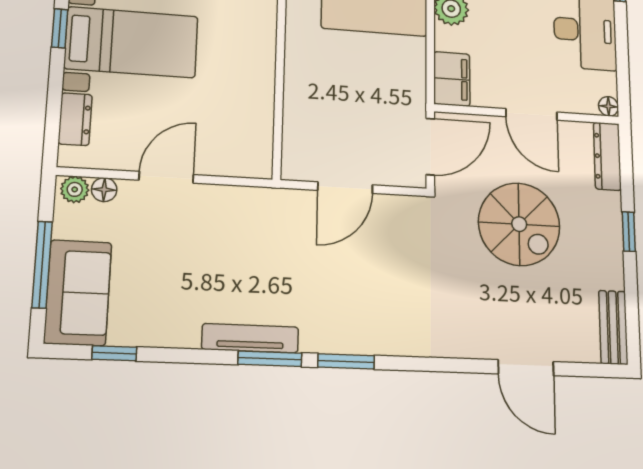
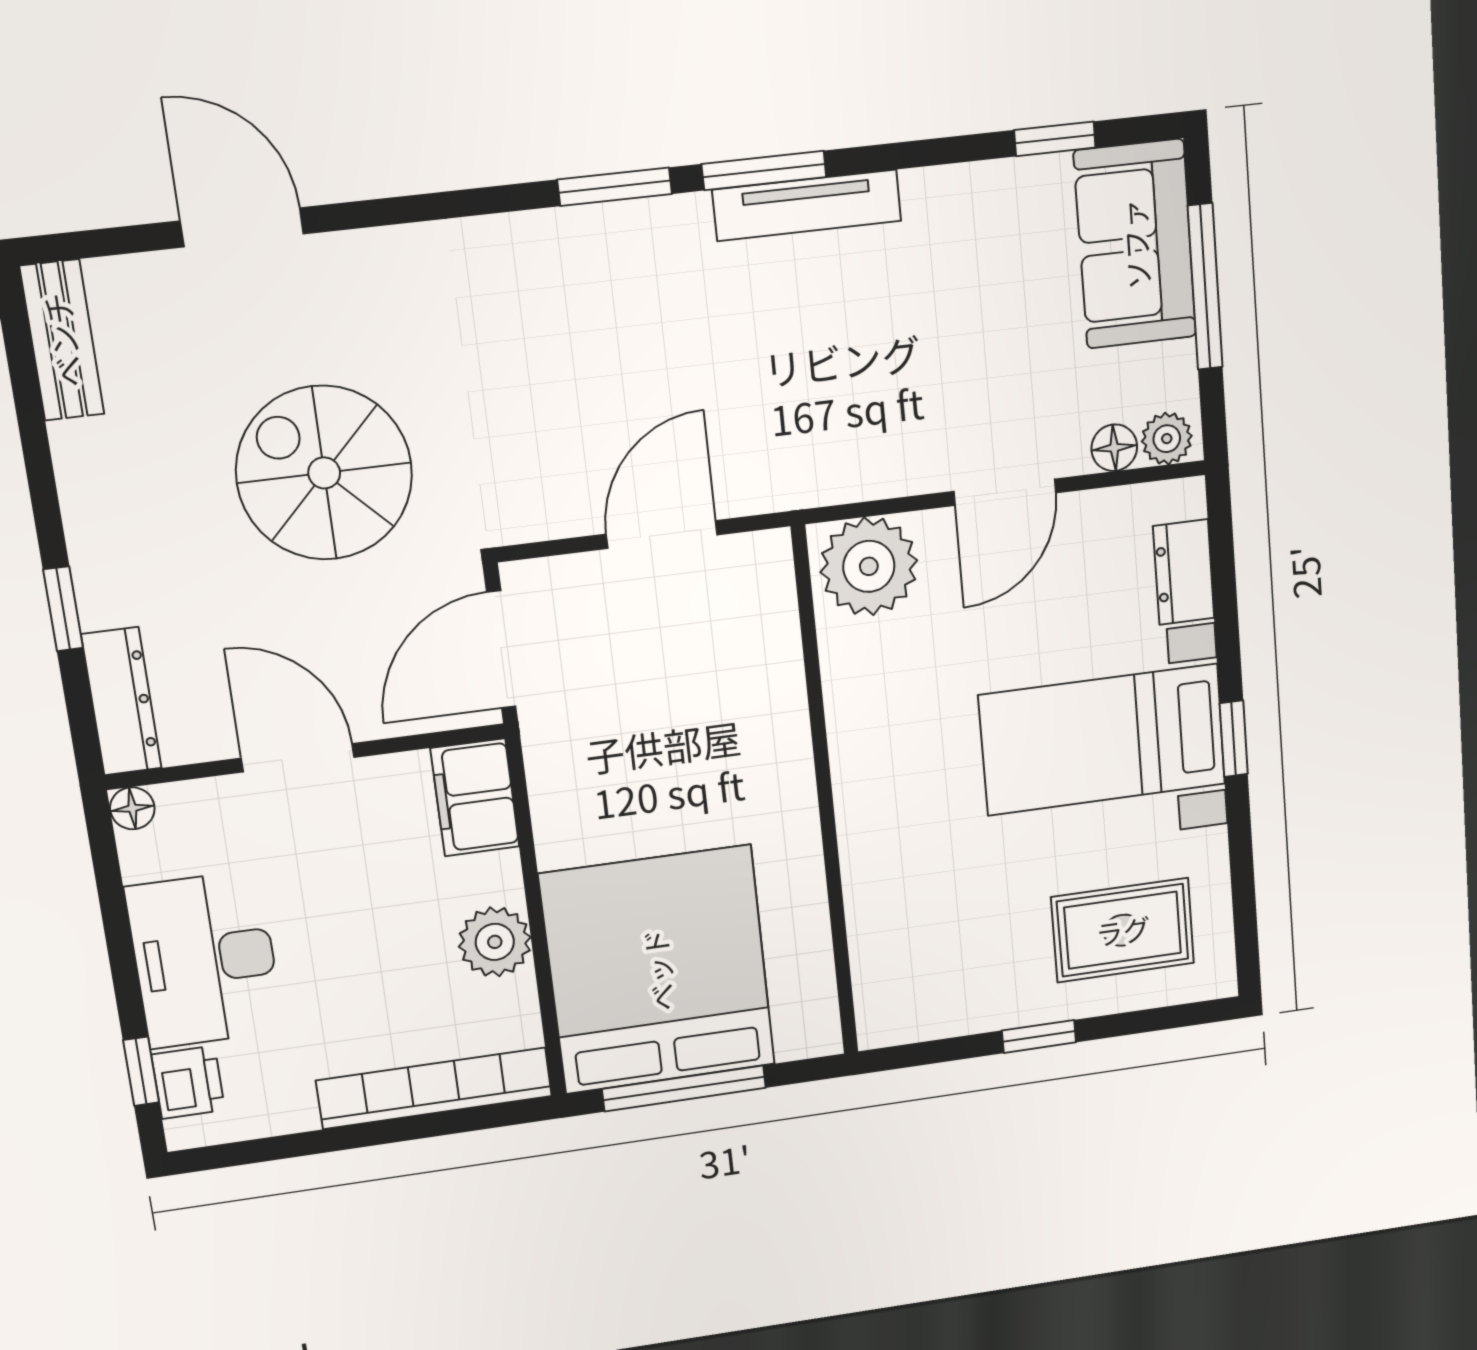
plant: (243, 153) -> (869, 566), added
spiral stairs: (519, 224) -> (324, 473), moved
window: (629, 232) -> (63, 609), moved

